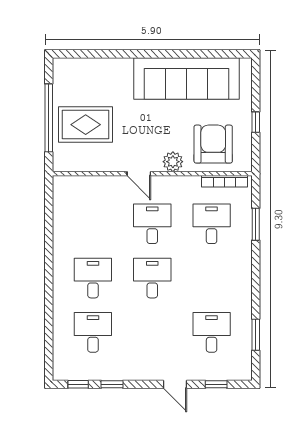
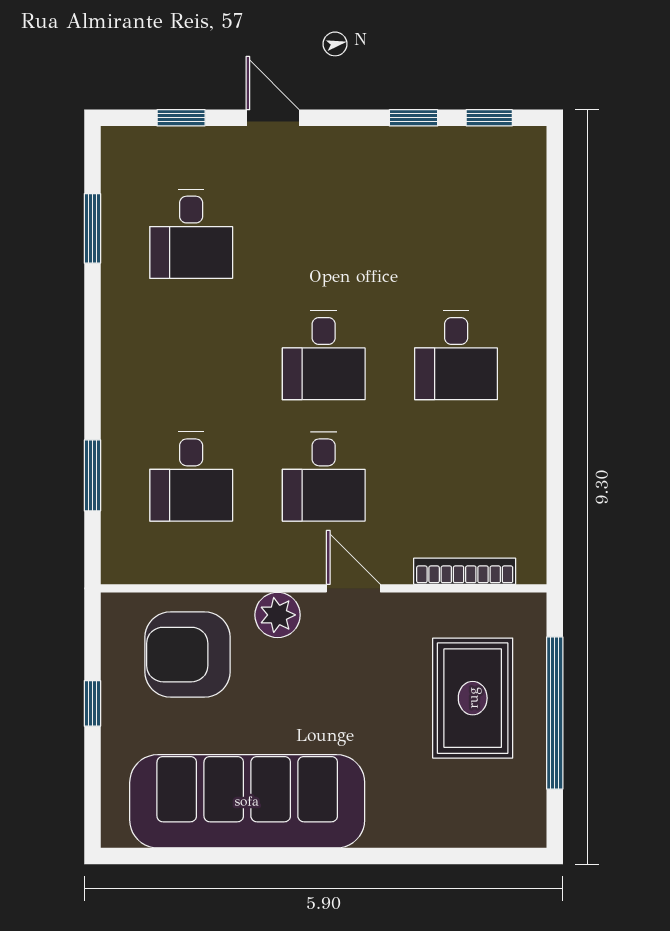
rug: (86, 125) -> (473, 698), turned 90
armchair: (213, 144) -> (187, 655), turned 90
bookcase: (225, 181) -> (465, 571), moved
desk: (93, 332) -> (456, 234), removed

